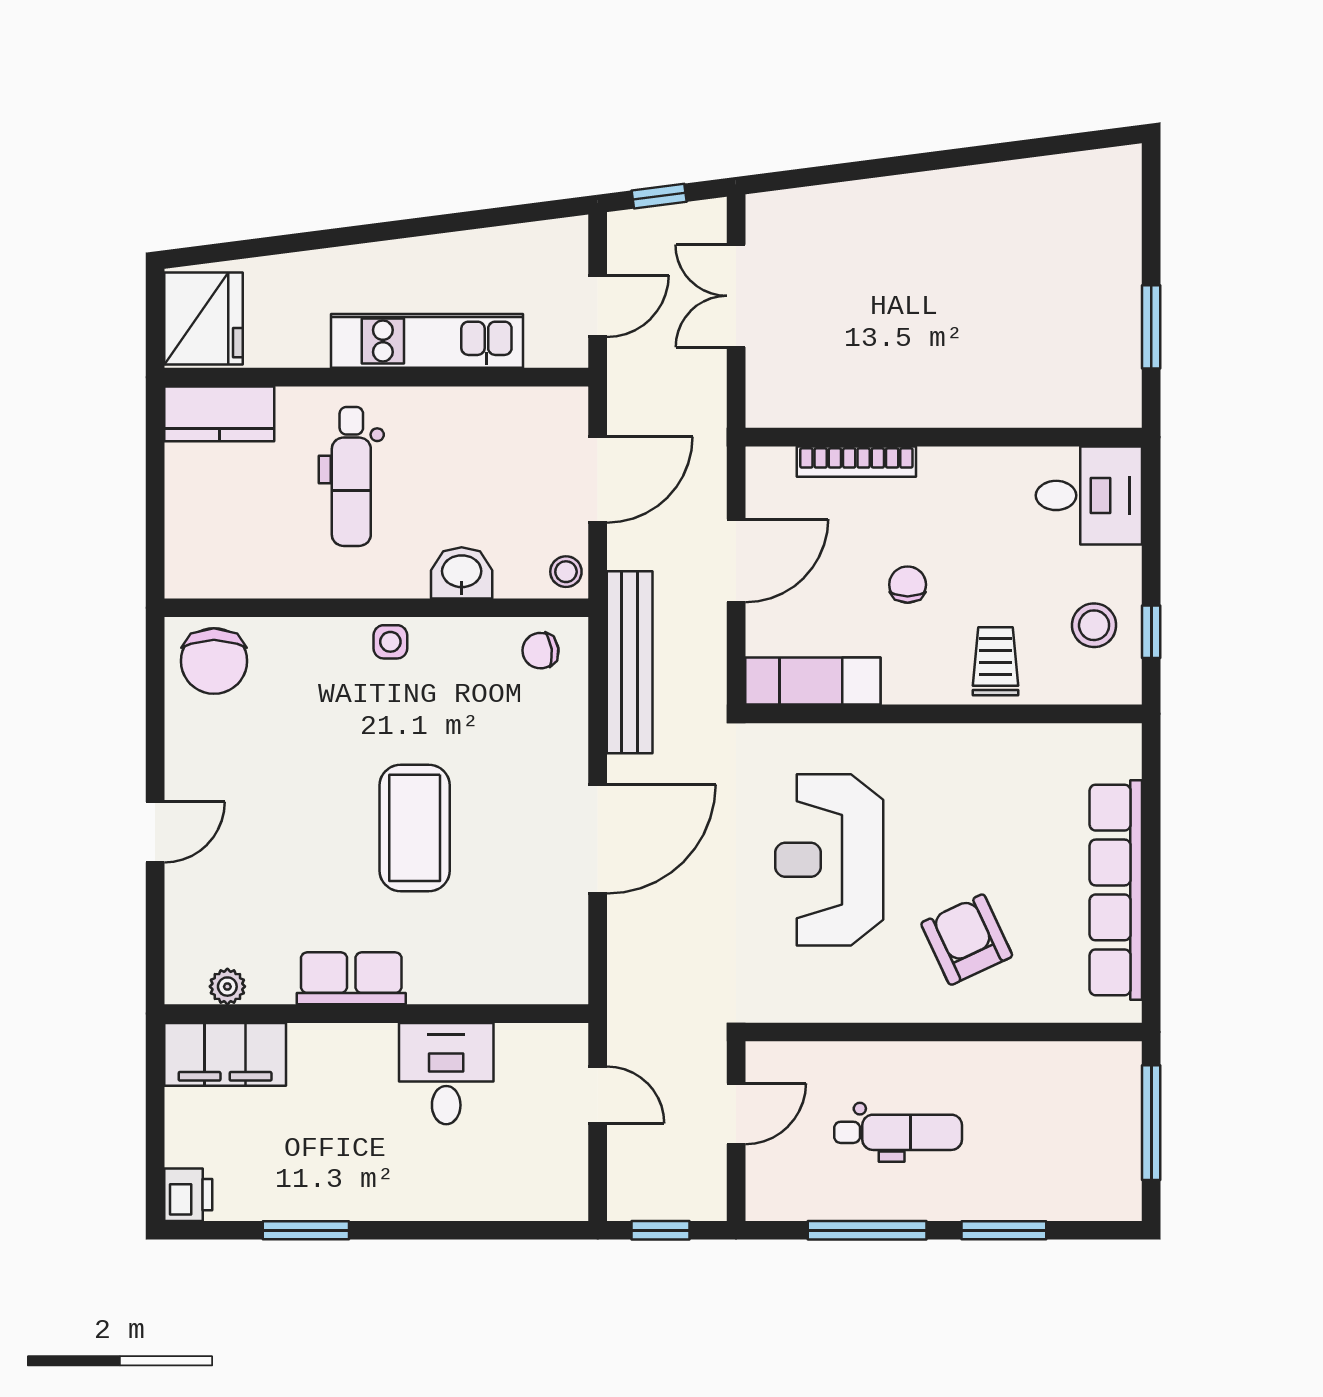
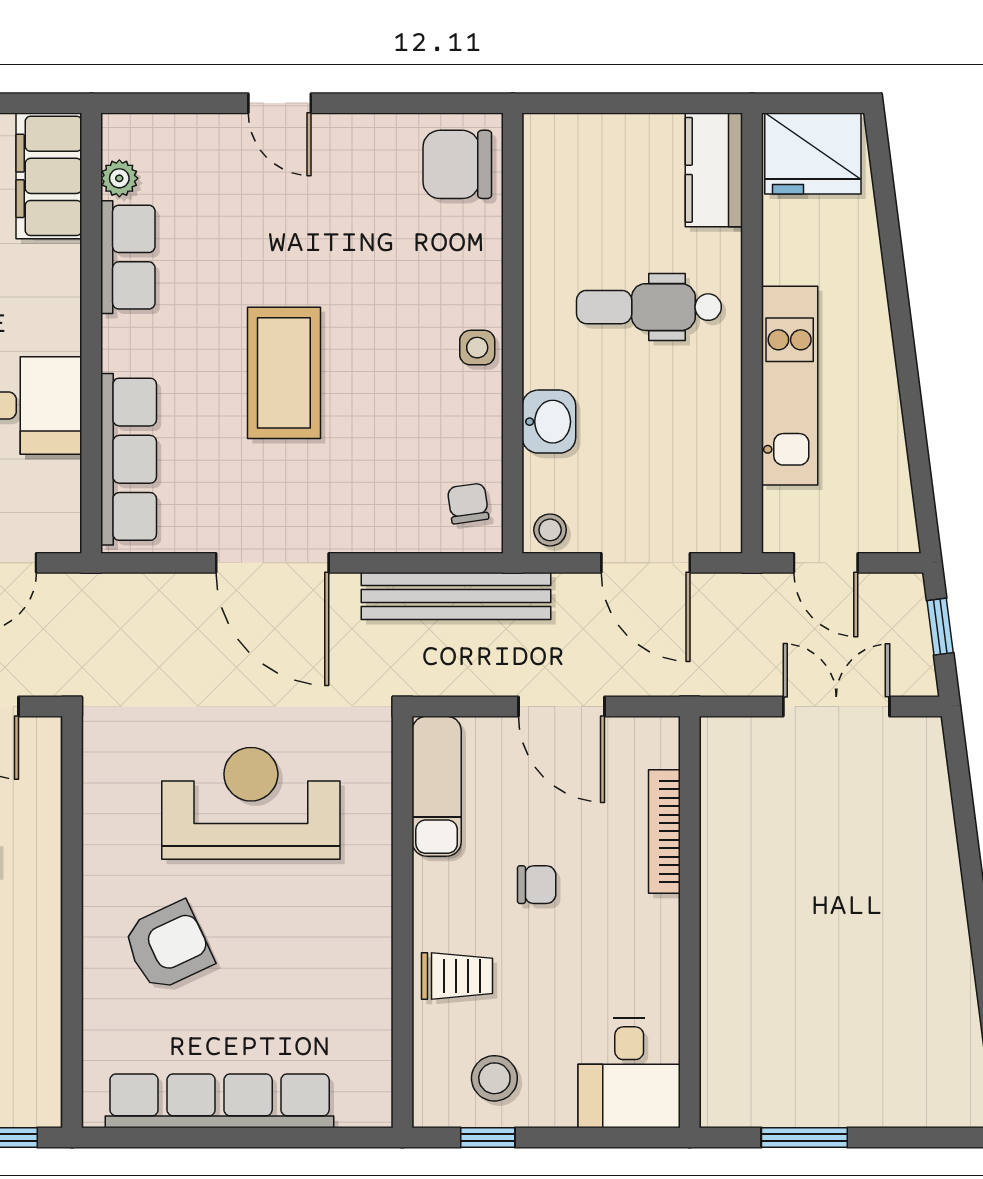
coffee table: (415, 828) -> (284, 373), turned 90
row of seats: (351, 978) -> (128, 257), moved
row of seats: (498, 978) -> (129, 459), added

